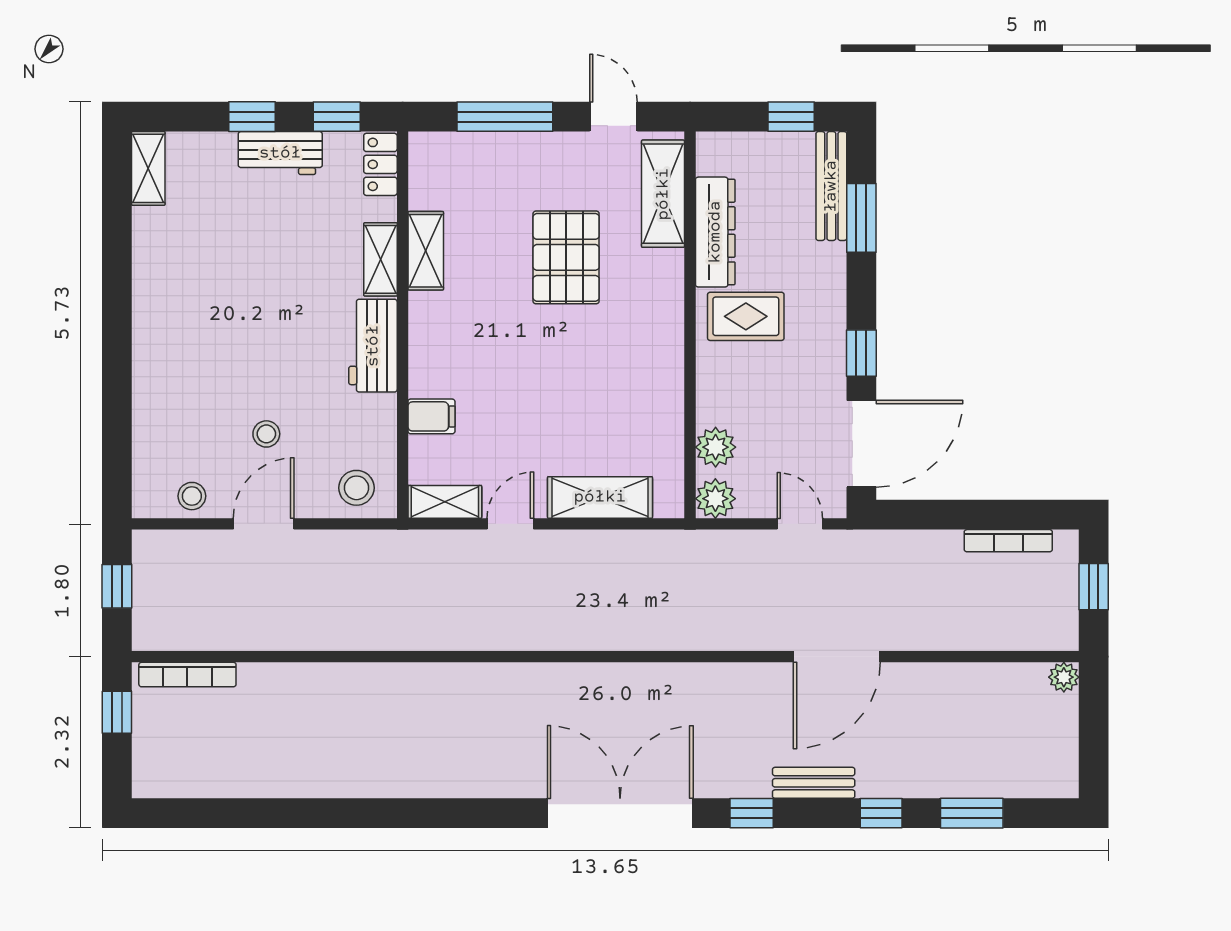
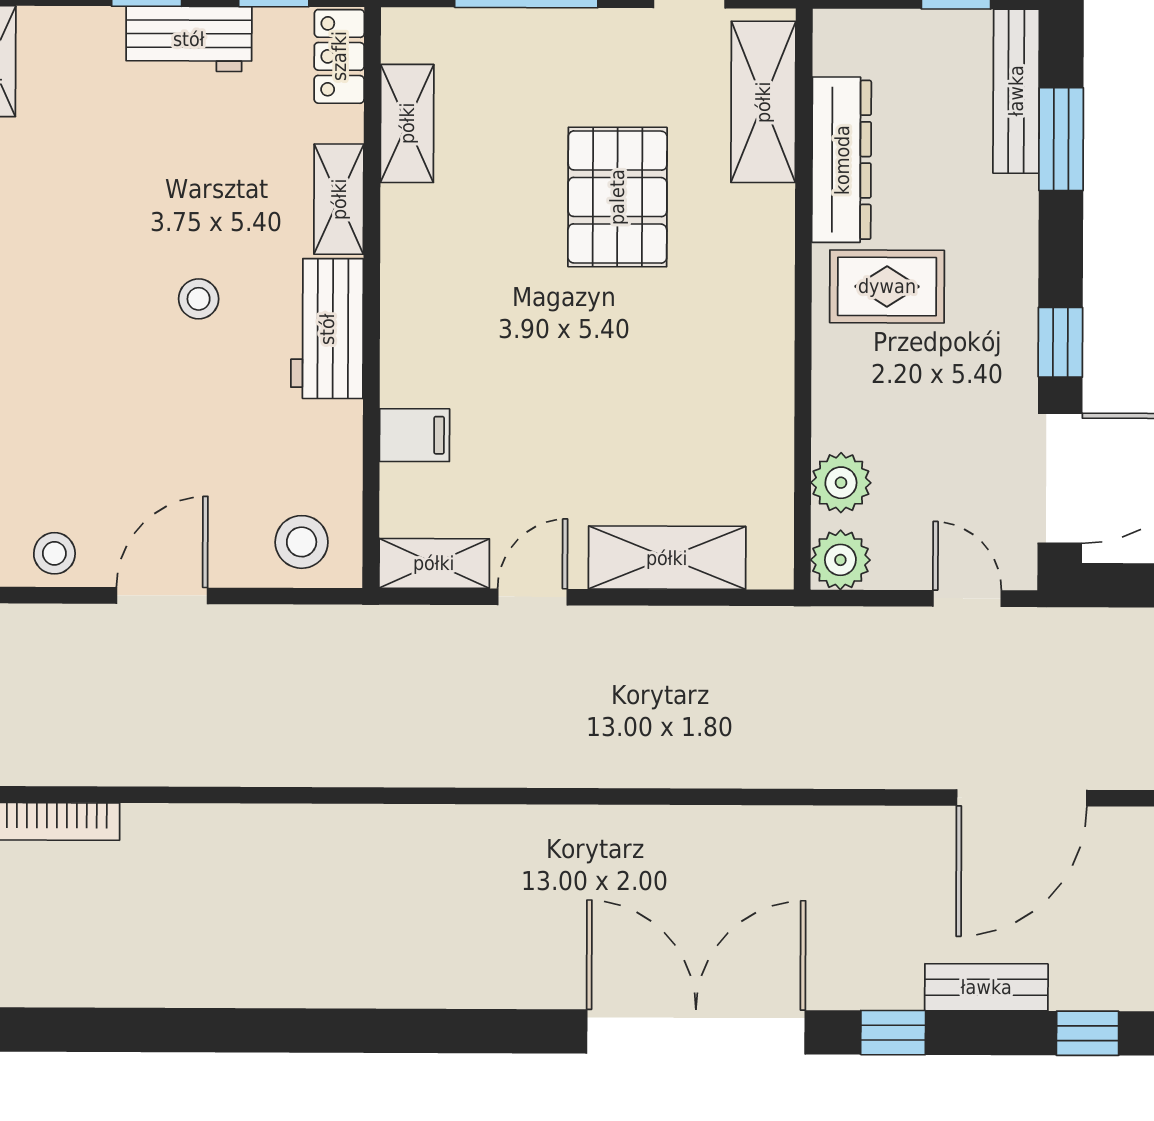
shelving: (426, 251) -> (407, 123), moved
stool: (266, 434) -> (199, 299), moved

